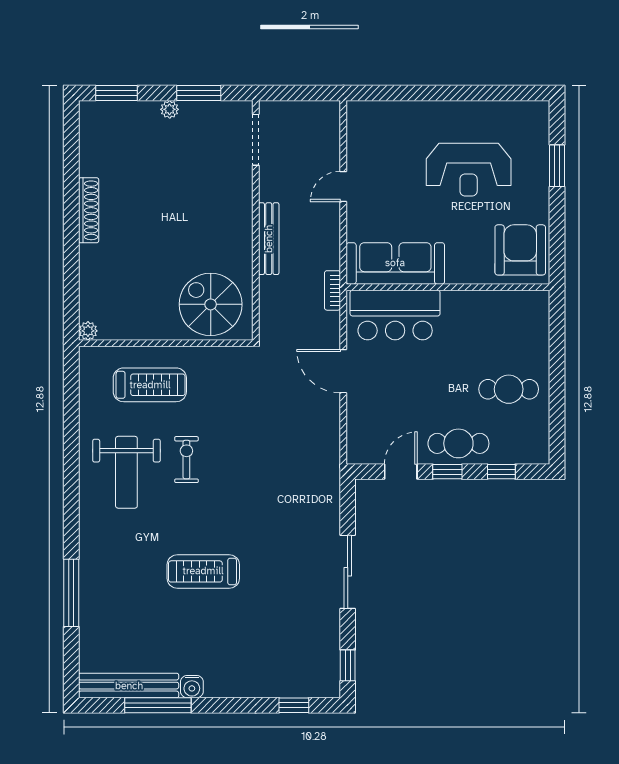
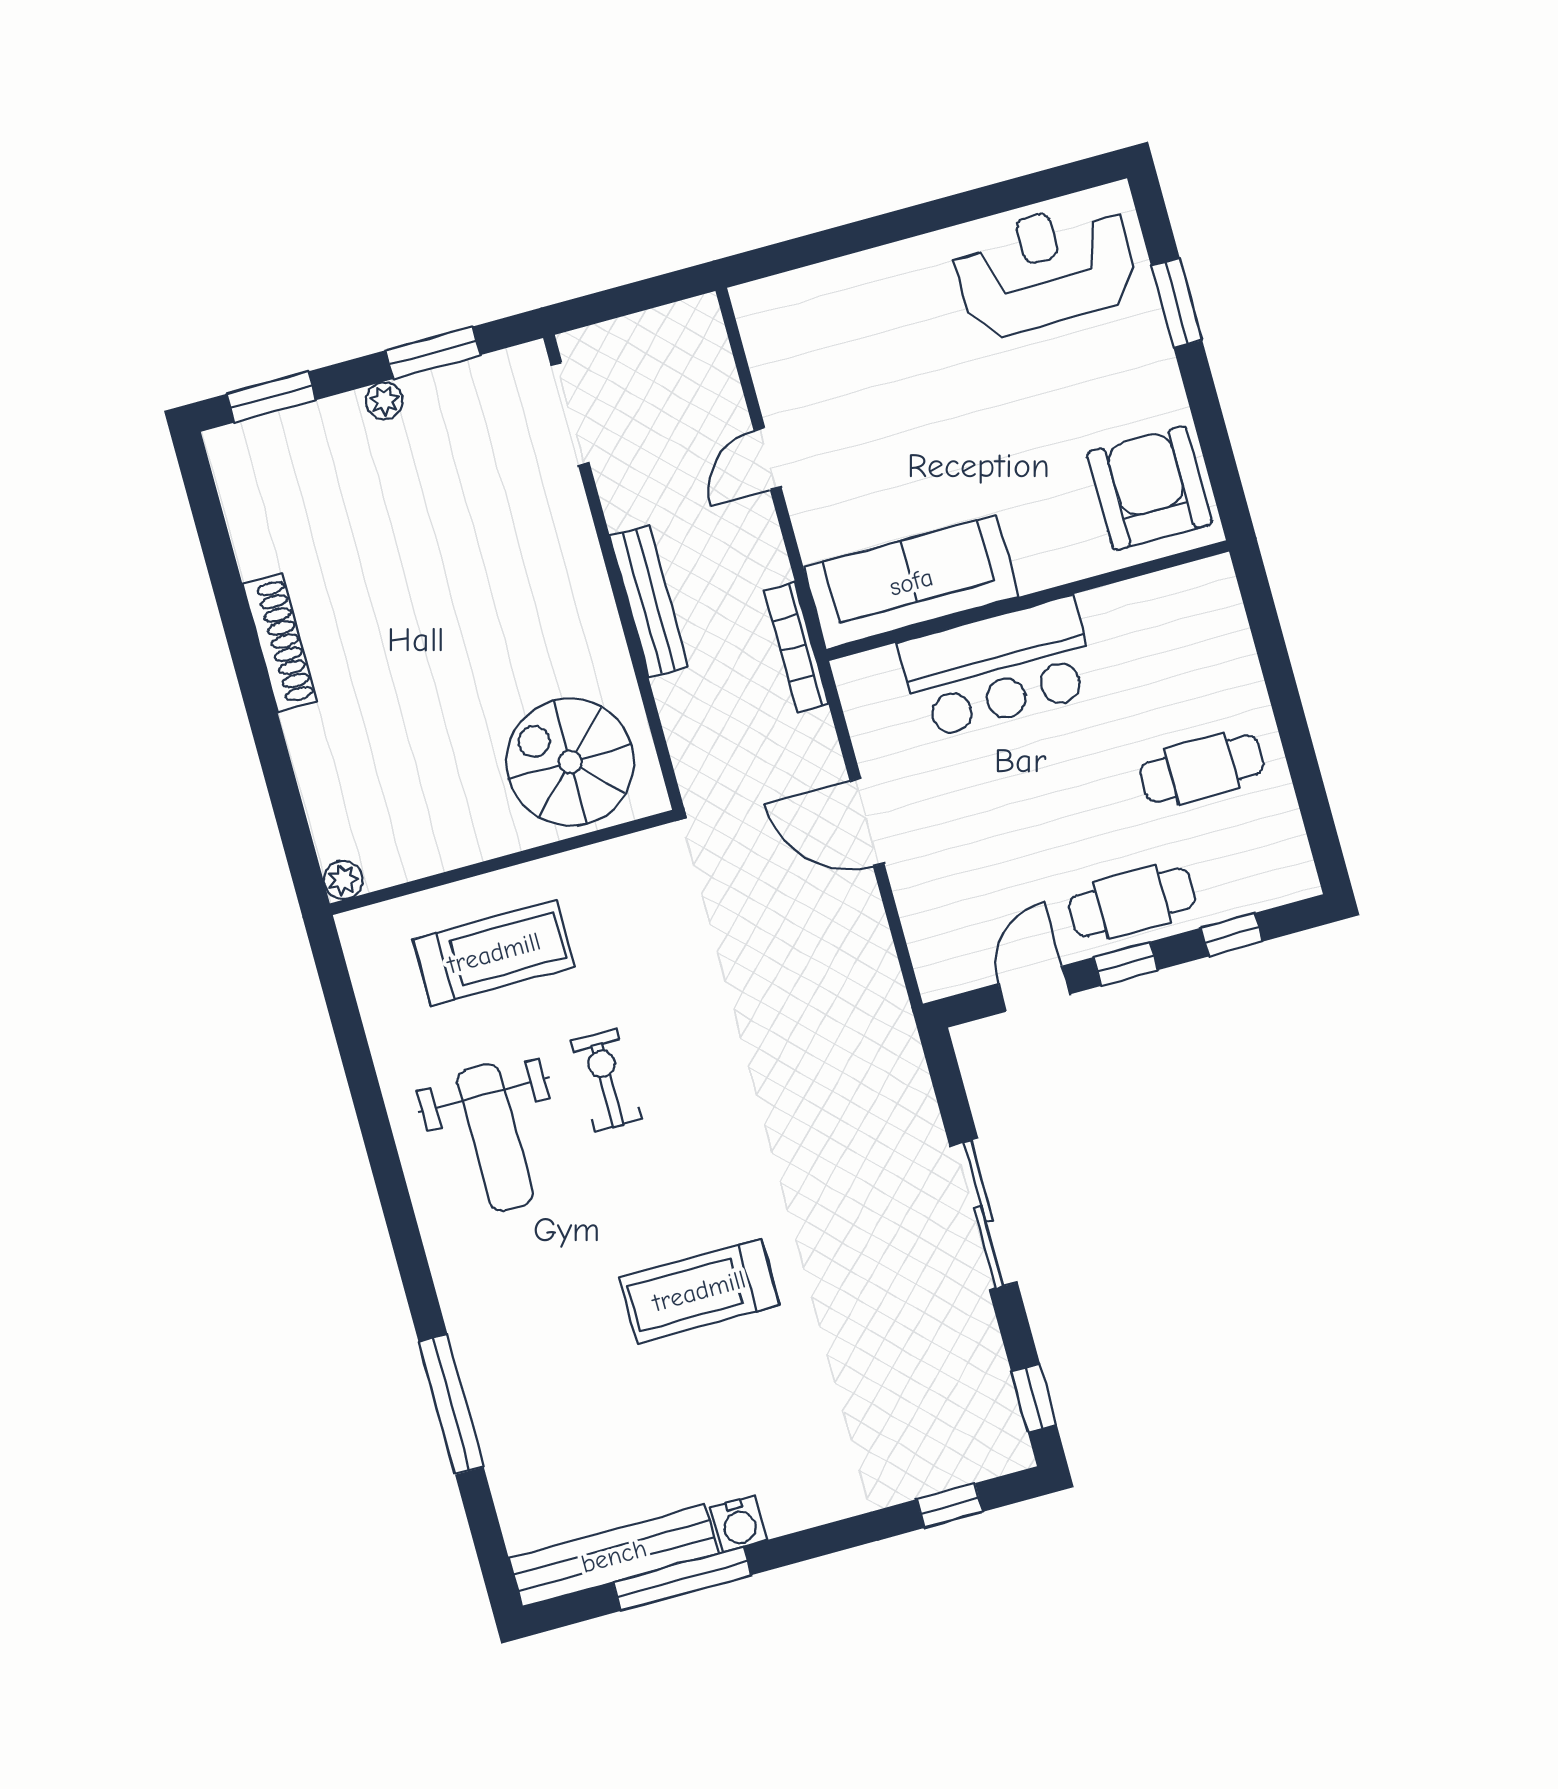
reception desk: (469, 170) -> (1045, 269), moved, turned 180
bookcase: (332, 290) -> (796, 647), width x1.56
bar counter: (395, 315) -> (998, 668), moved

